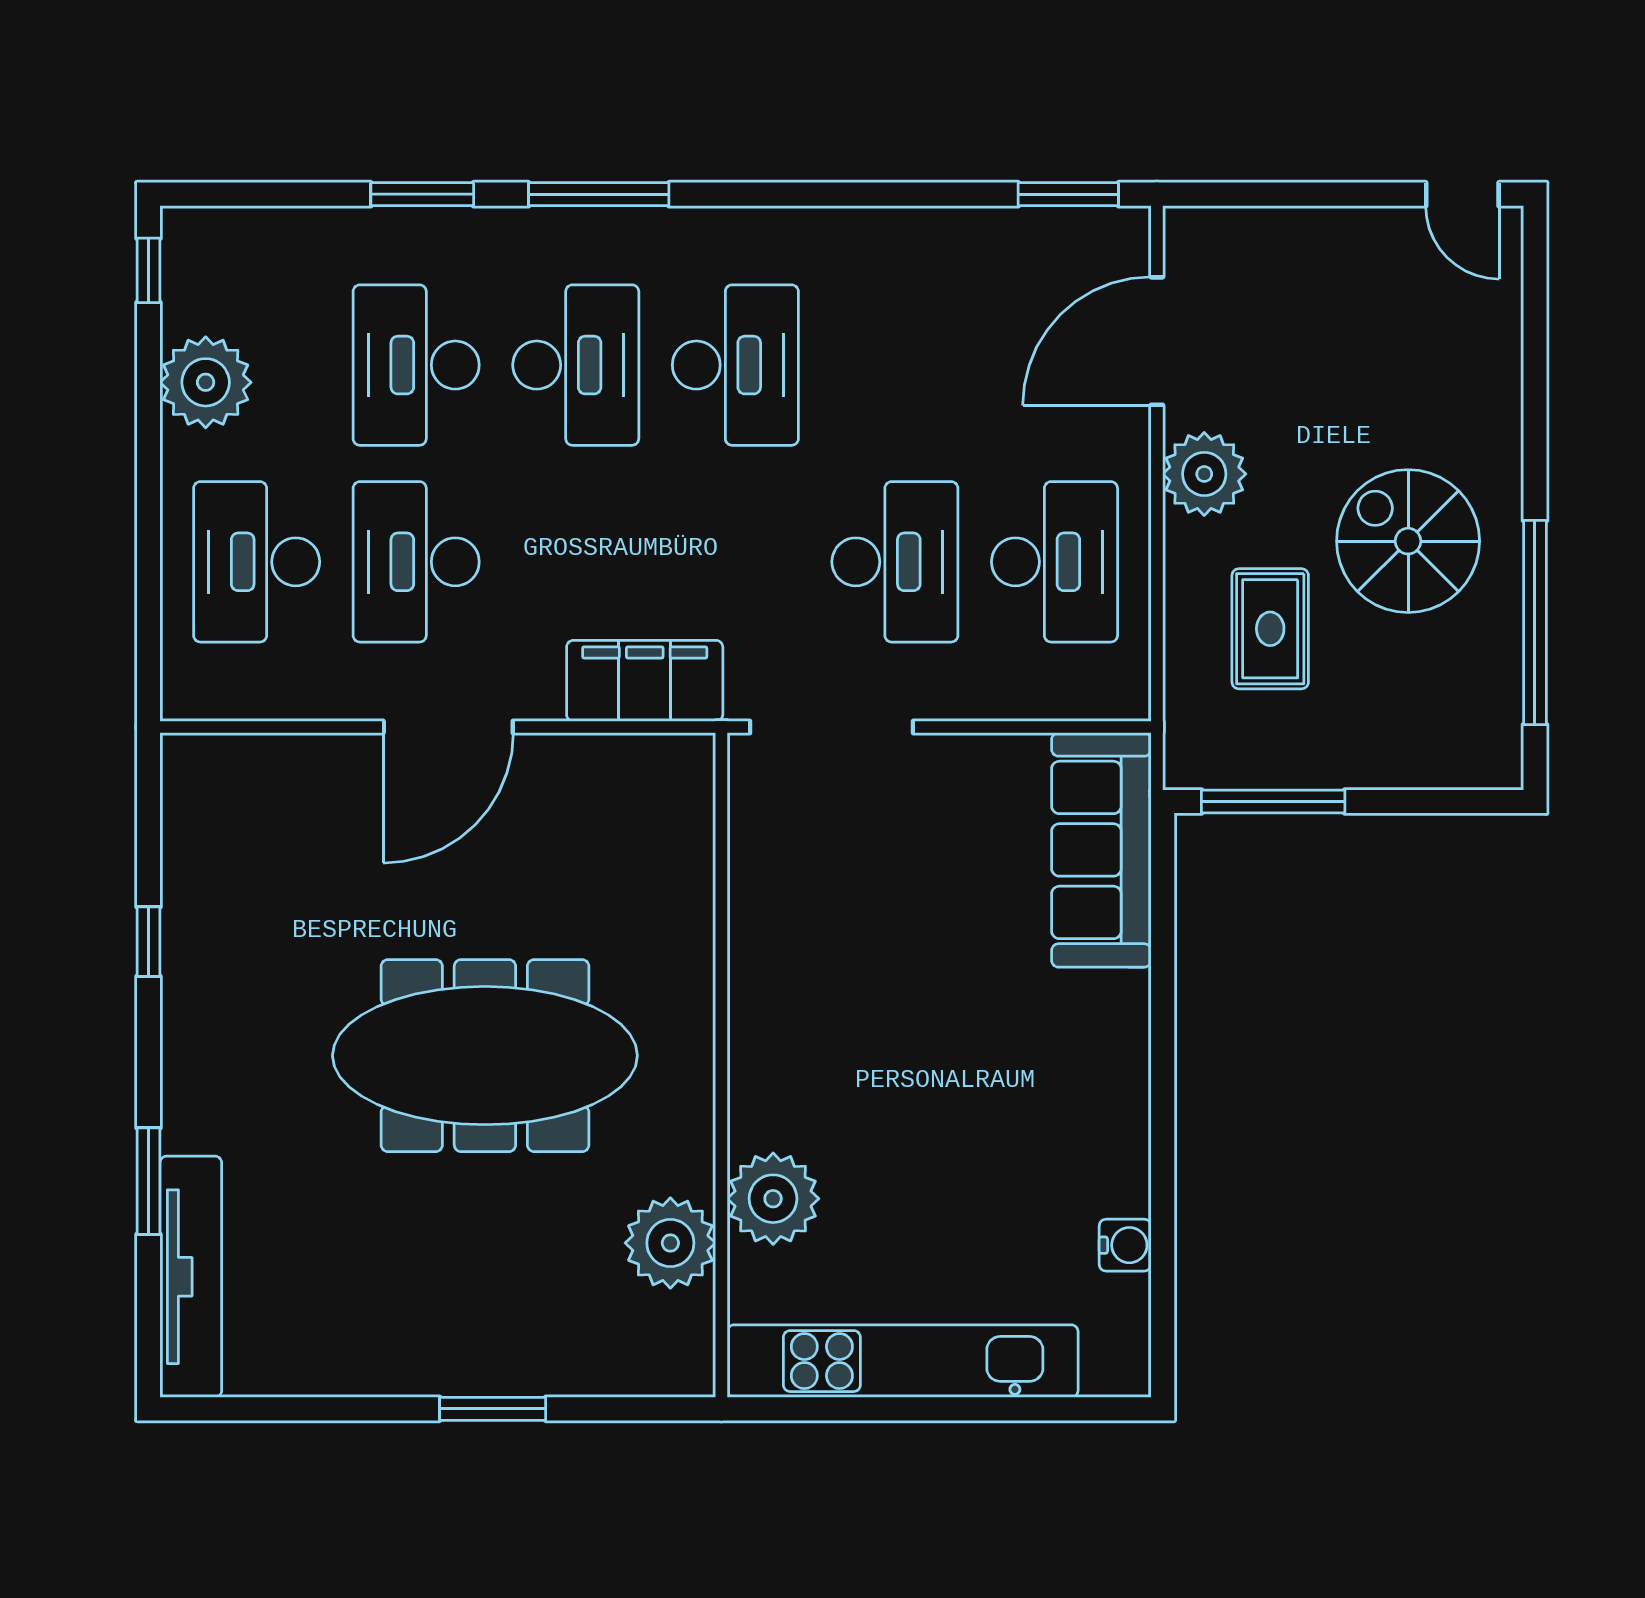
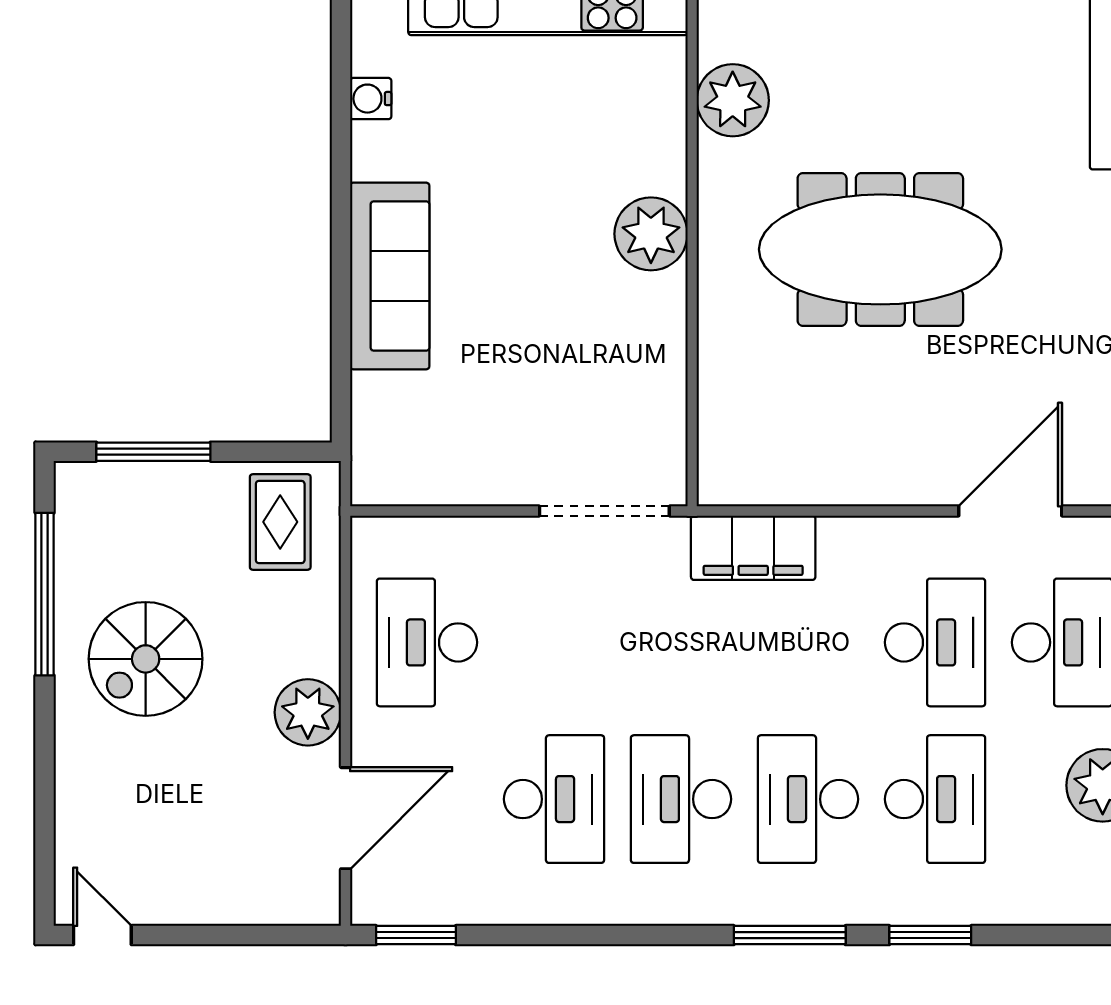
spiral stairs: (1408, 541) -> (146, 659), turned 90
desk: (895, 562) -> (554, 799), moved, turned 180
rug: (1270, 629) -> (280, 522), moved
door: (448, 727) -> (1010, 511), moved
window: (1273, 801) -> (153, 452), moved
sofa: (1101, 850) -> (390, 276), moved
plant: (773, 1199) -> (651, 234), moved

